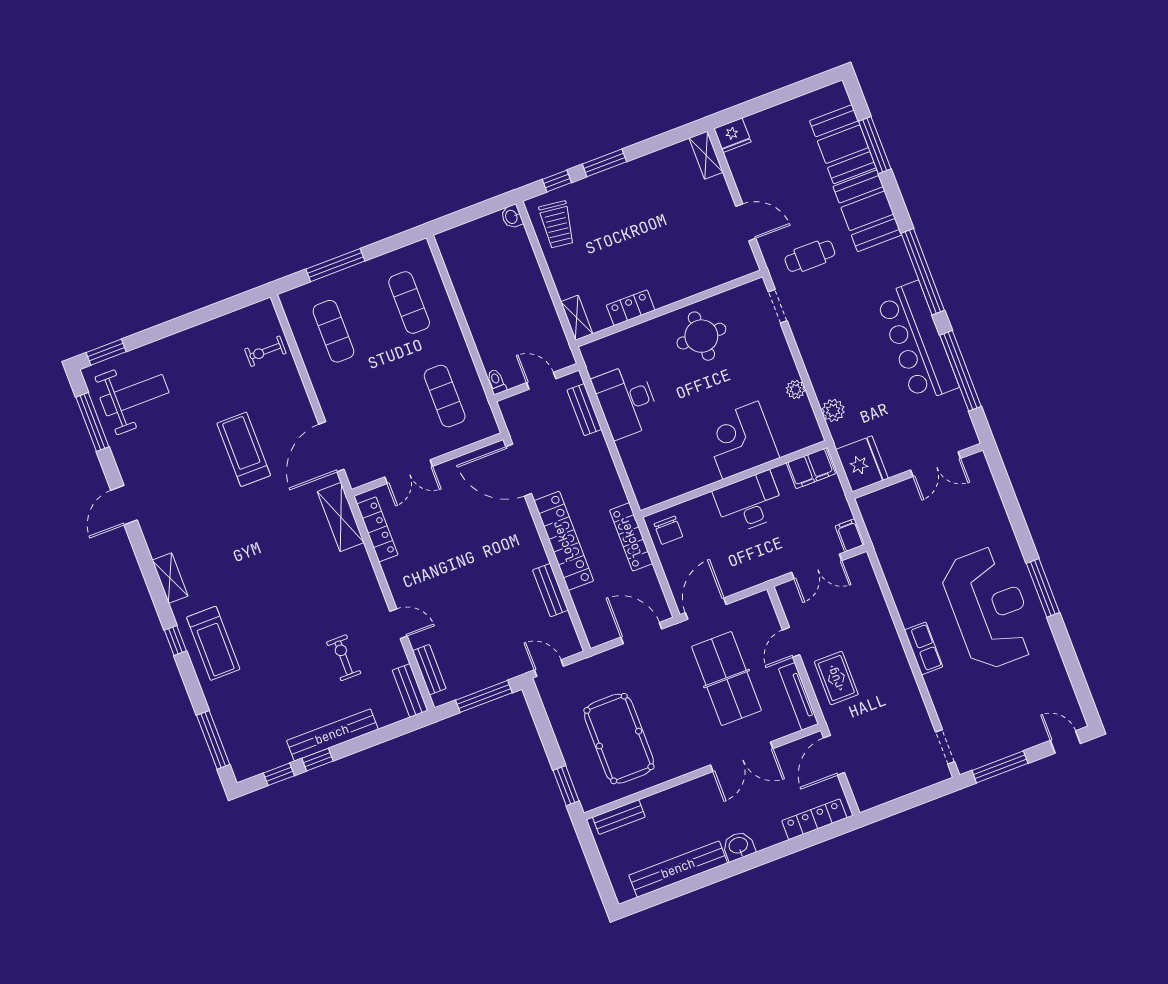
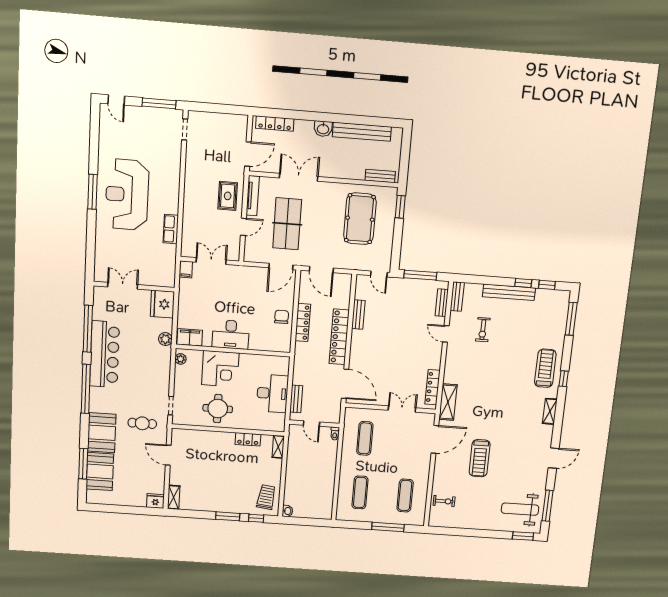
corner desk: (740, 440) -> (220, 369), moved
filing cabinet: (811, 468) -> (190, 337), moved
wall: (734, 479) -> (233, 350), moved
desk: (749, 503) -> (231, 334), moved
row of seats: (924, 648) -> (171, 229), moved

